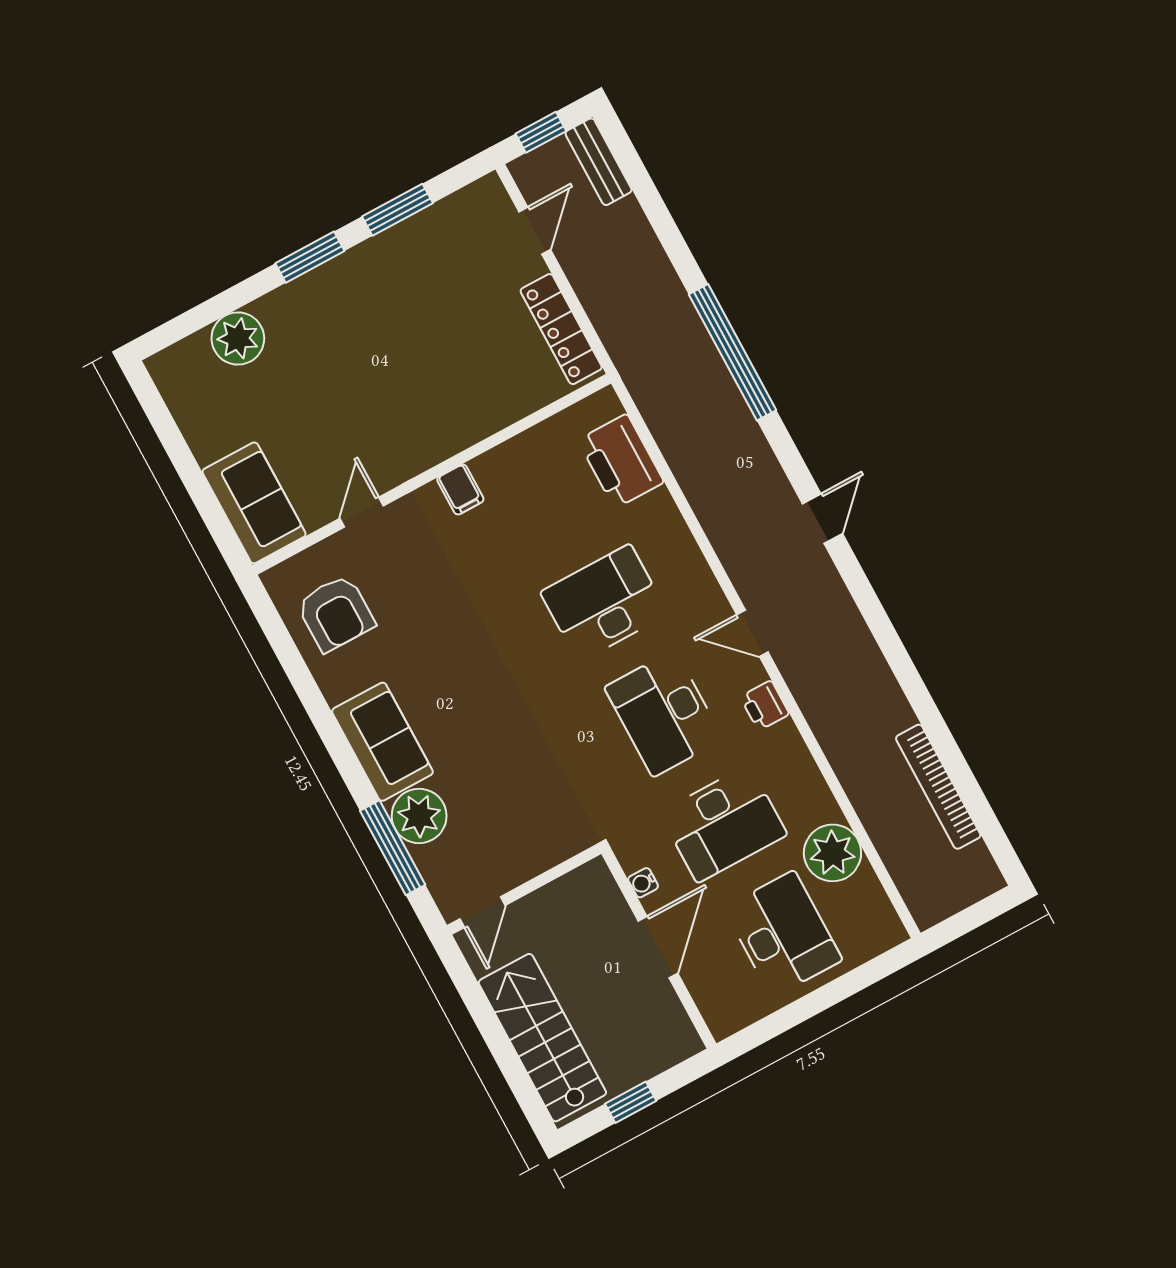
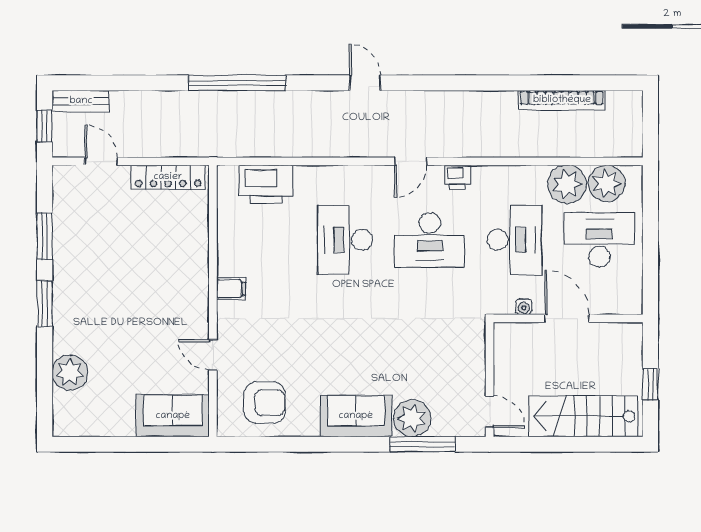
plant: (862, 904) -> (607, 183), added

